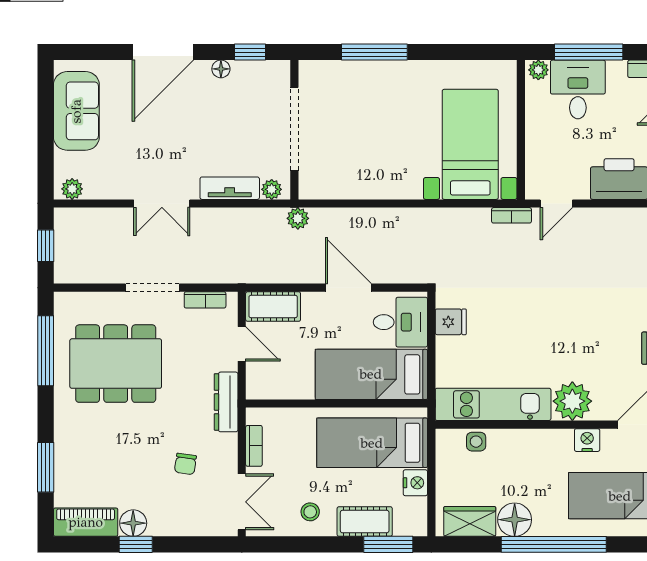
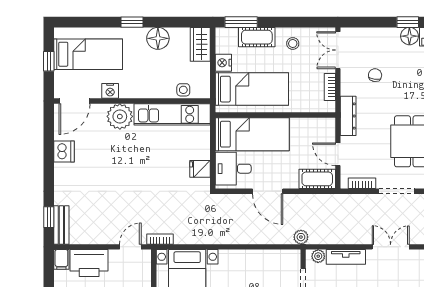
wardrobe: (470, 521) -> (200, 44), moved, turned 90
window: (554, 544) -> (132, 22), width x0.32

